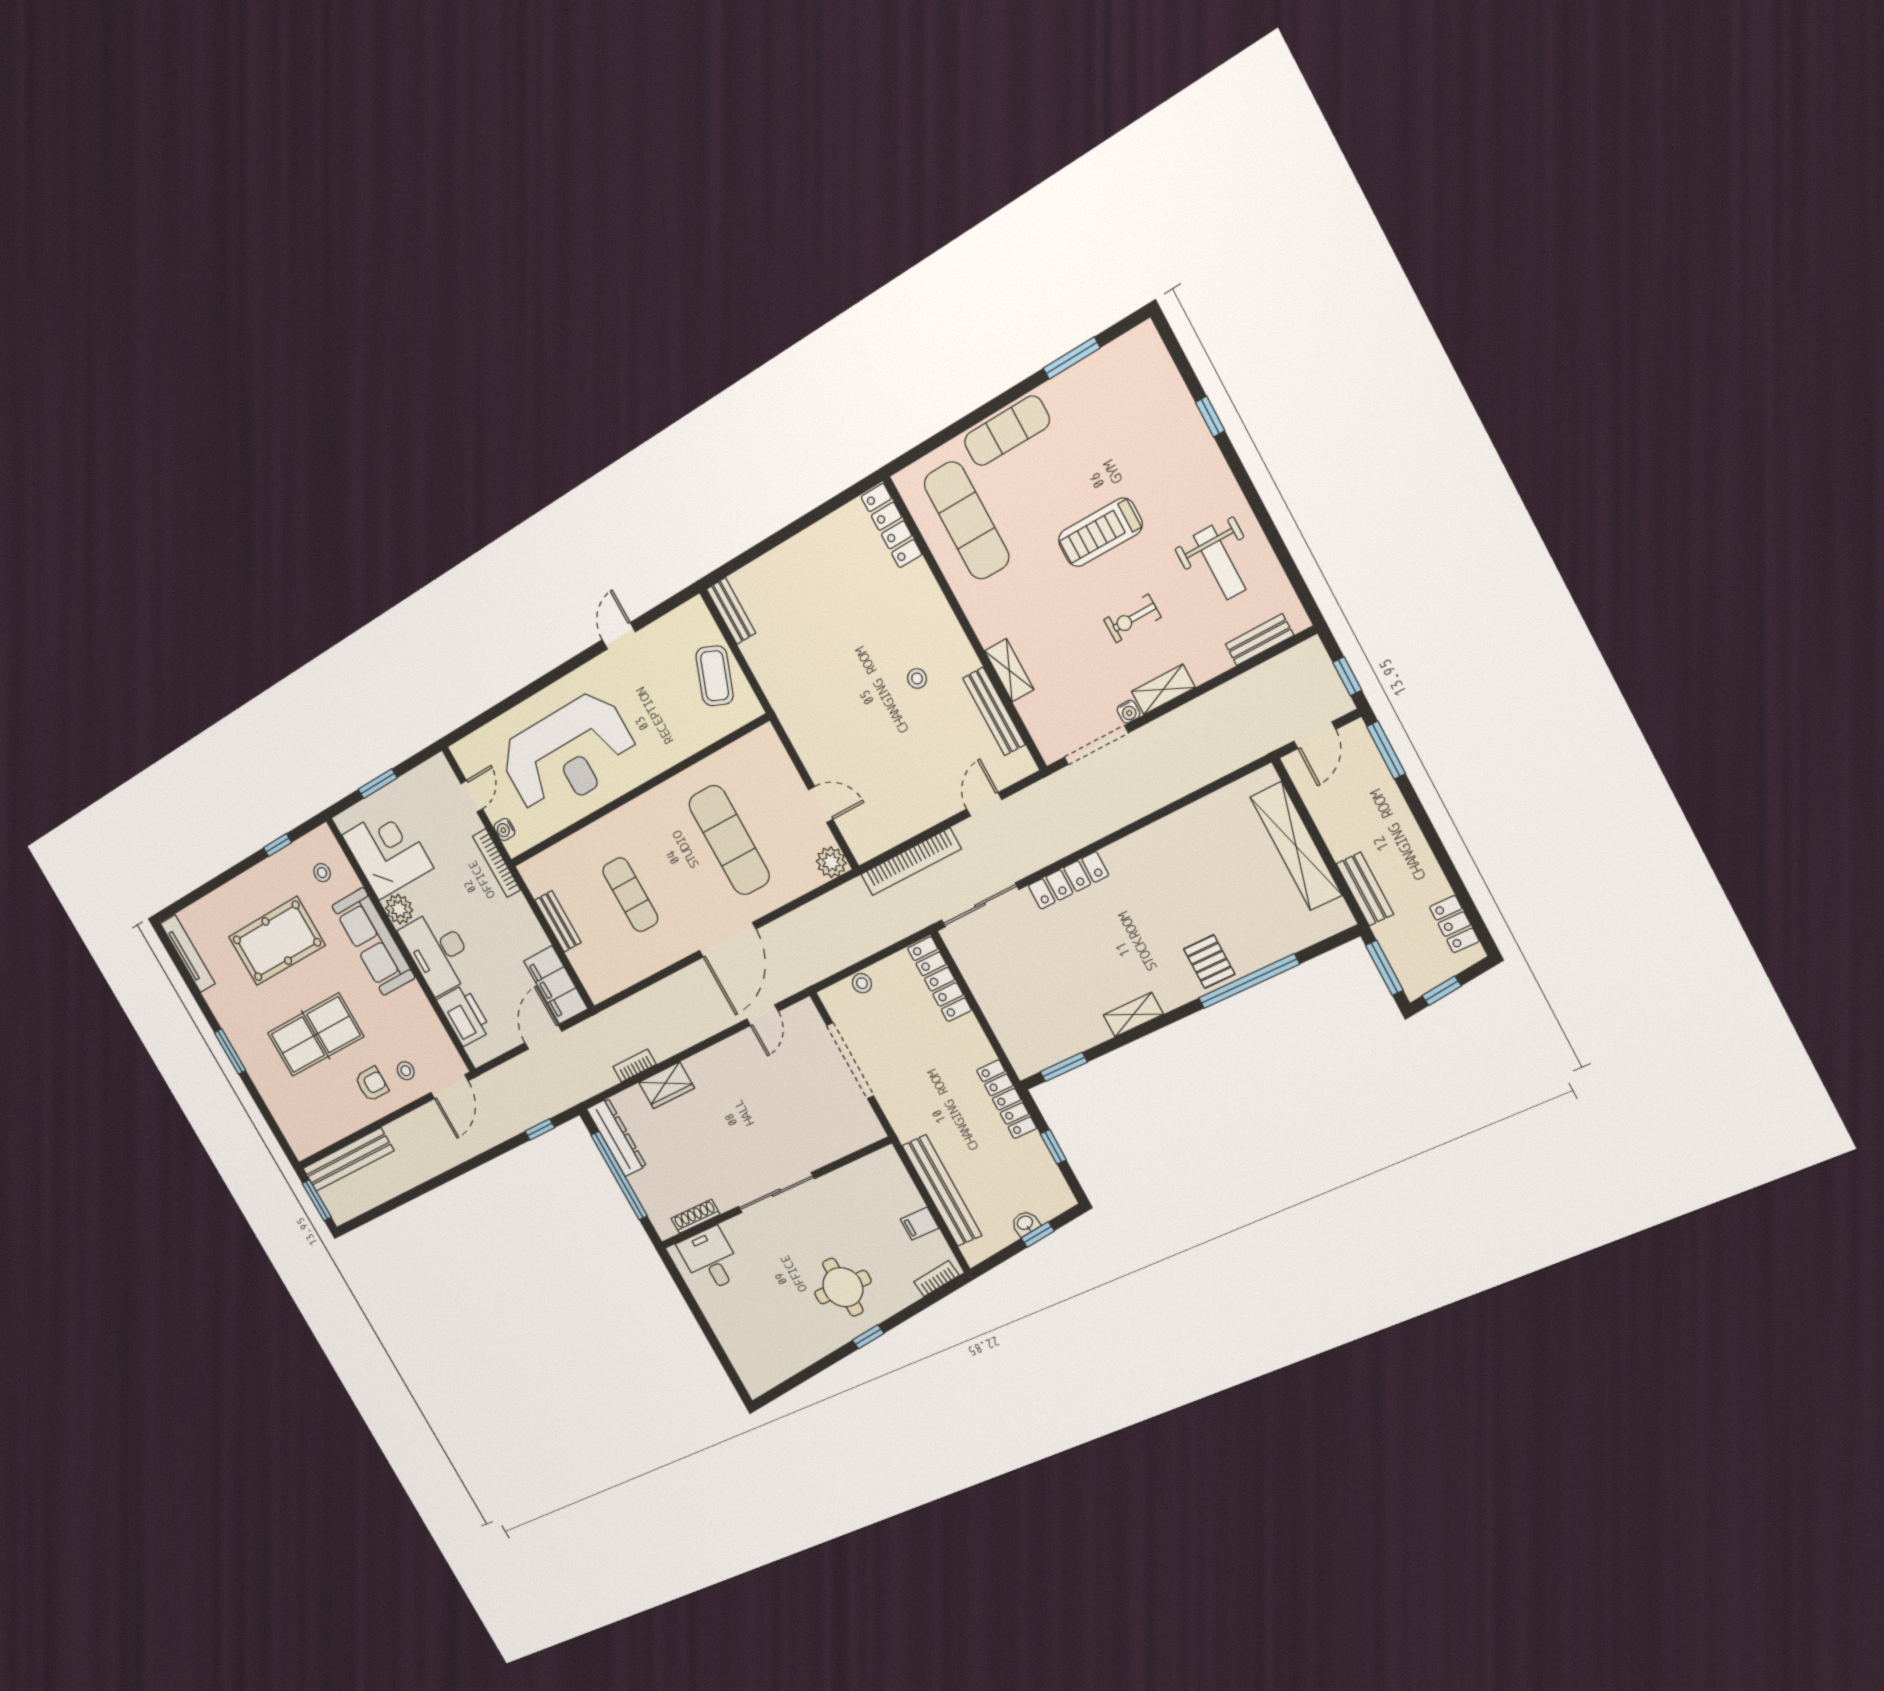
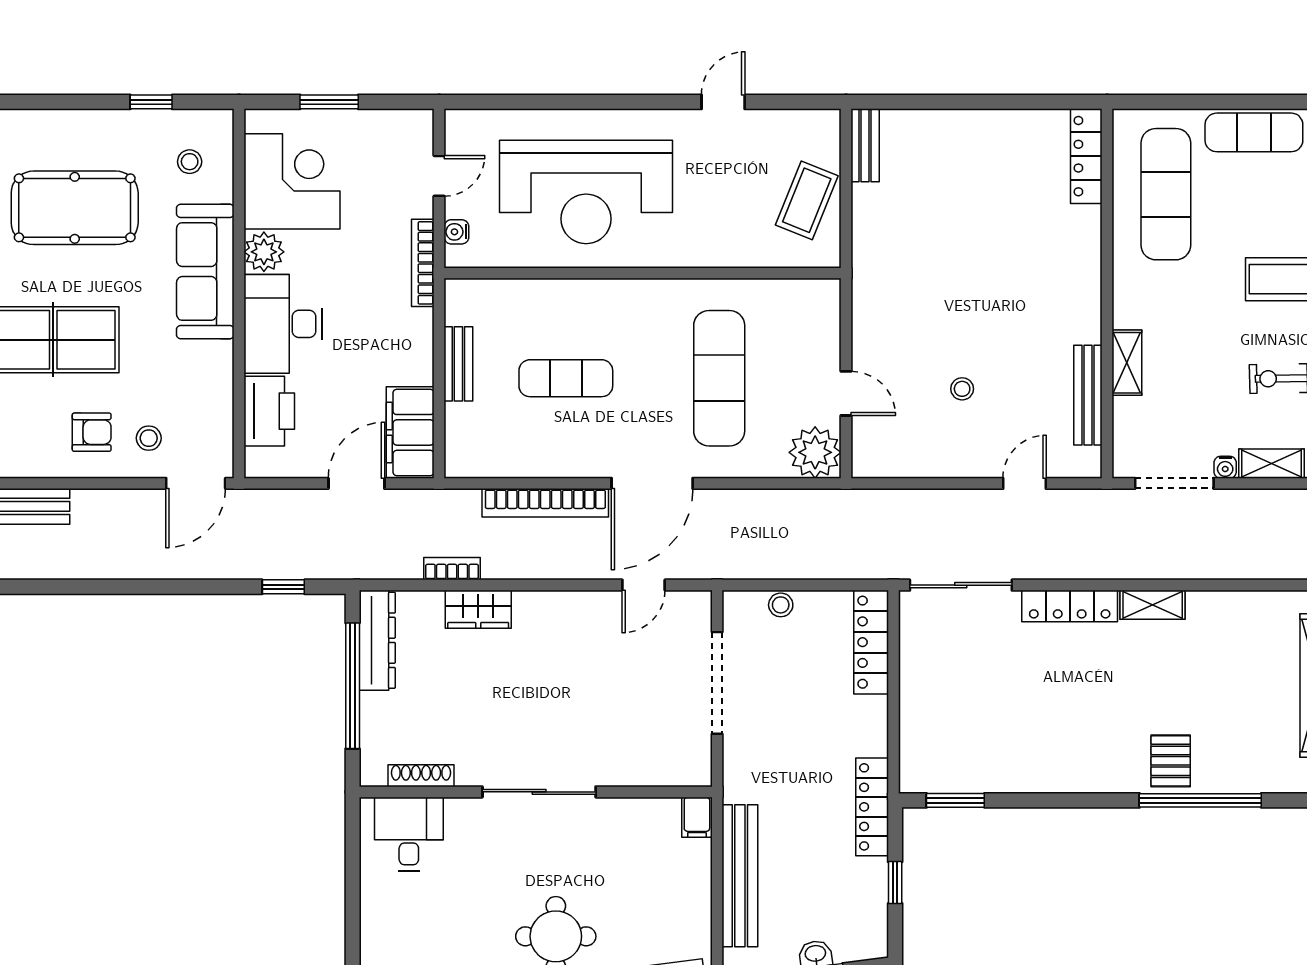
stool: (917, 678) -> (962, 389), moved
plant: (831, 862) -> (815, 452), width x1.36, depth x1.36
bookcase: (911, 862) -> (545, 503), moved
exercise mat: (630, 895) -> (566, 378), turned 90
shelving: (1133, 1015) -> (1153, 605), moved
filing cabinet: (920, 1224) -> (697, 817), moved, turned -90

